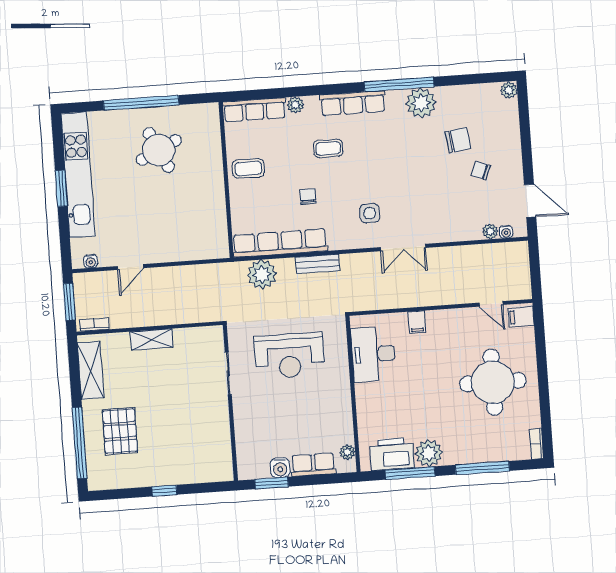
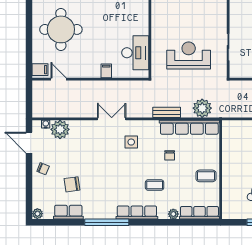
row of seats: (461, 96) -> (68, 212), added
plant: (421, 103) -> (94, 210), removed
chair: (481, 171) -> (43, 169), moved
plant: (490, 231) -> (60, 129), width x1.87, depth x1.87

